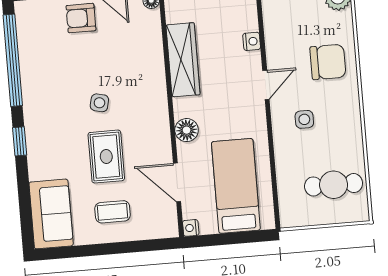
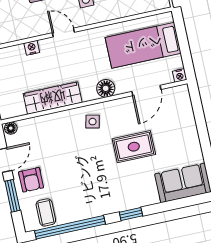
side table: (99, 103) -> (93, 122), moved
coffee table: (113, 212) -> (46, 212), moved

